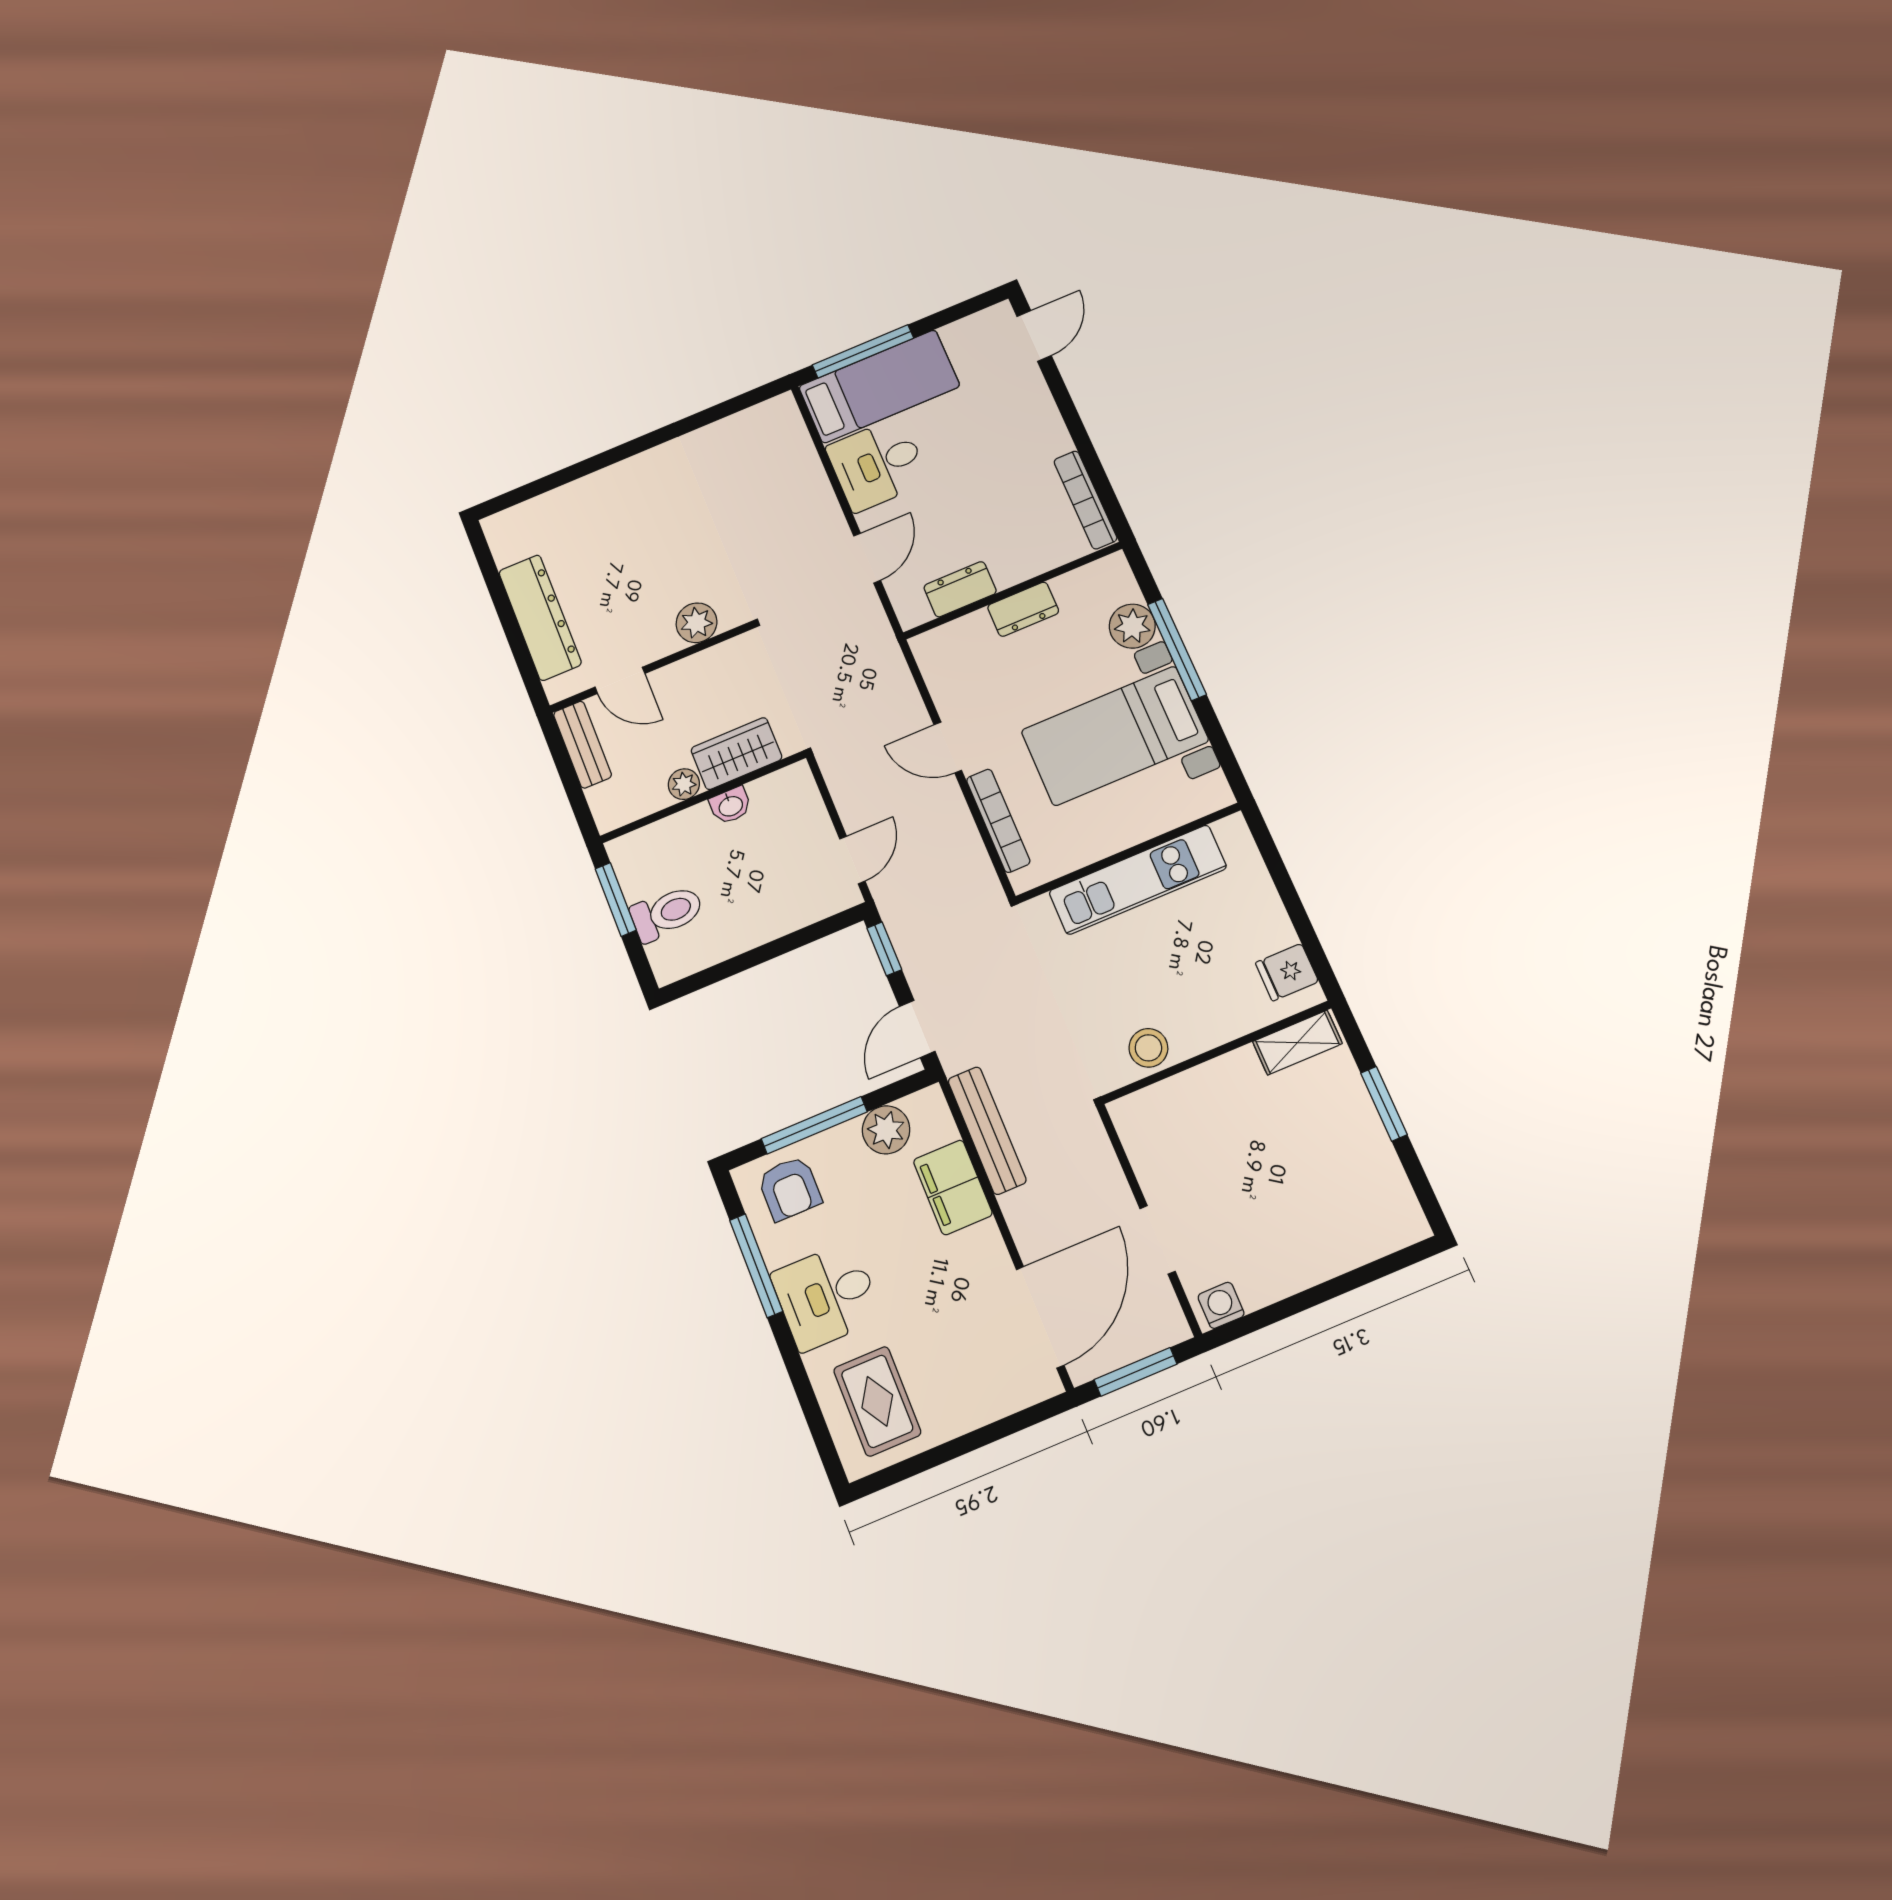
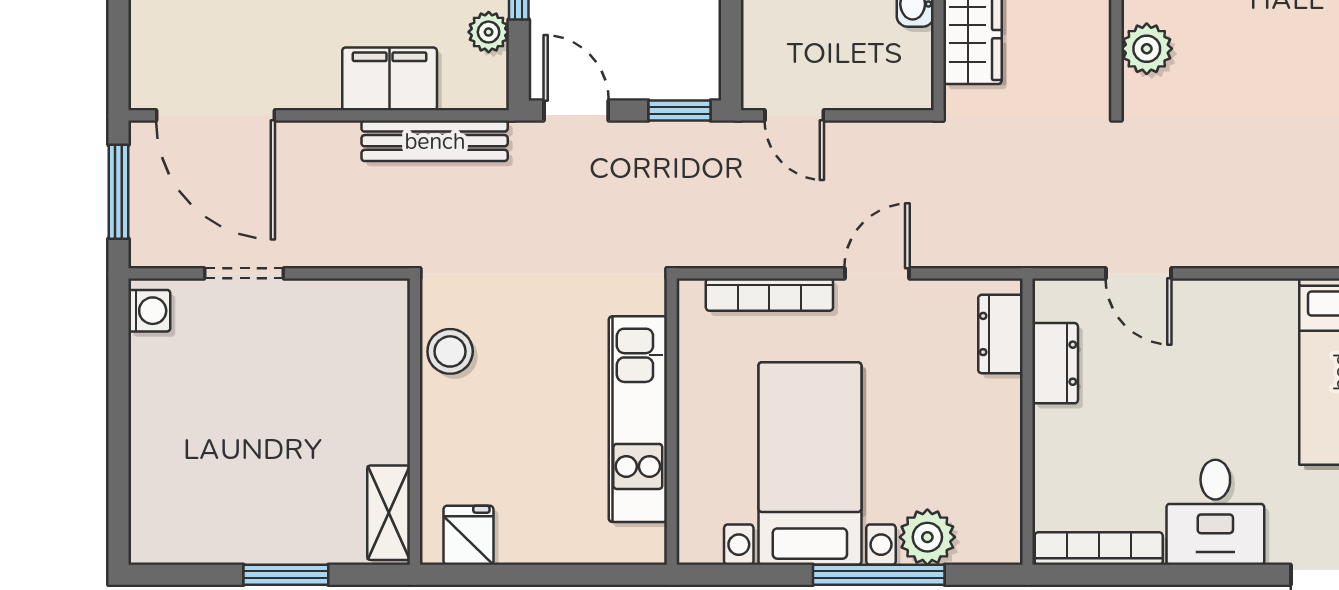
desk: (878, 464) -> (1215, 512), moved, turned 180
dresser: (1023, 609) -> (1000, 334), moved
plant: (886, 1130) -> (489, 32), width x0.73, depth x0.73

